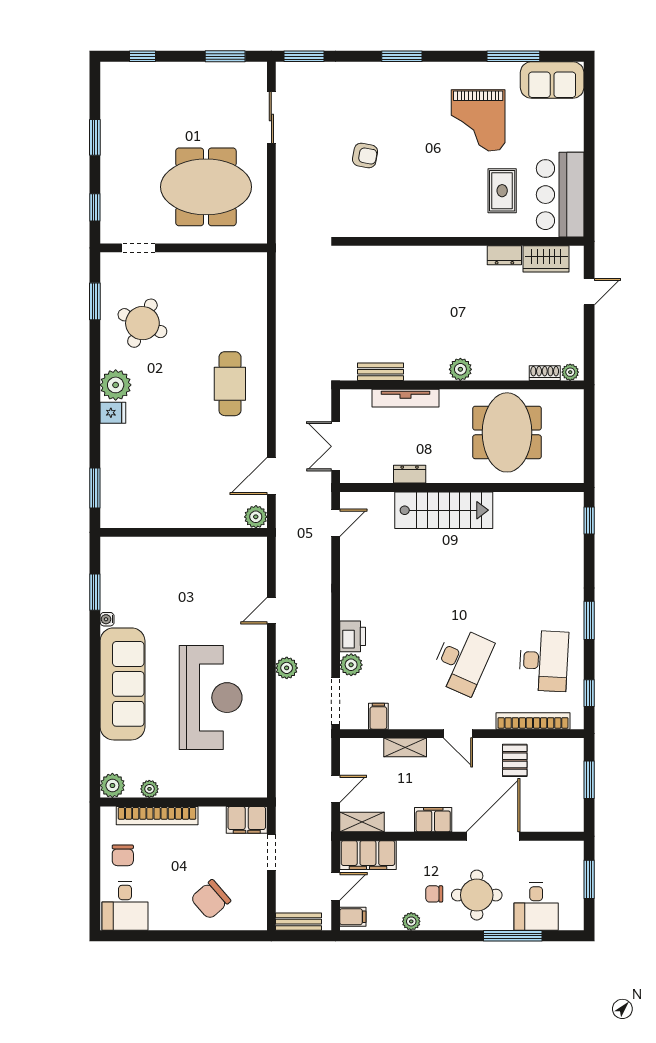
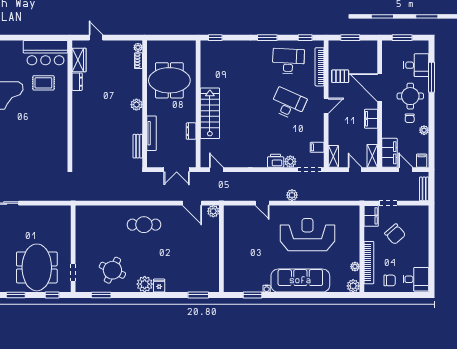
armchair: (365, 155) -> (25, 154), removed
meeting table: (206, 187) -> (37, 267), moved
shelving: (405, 747) -> (333, 156), moved
chair: (211, 899) -> (395, 234), moved

